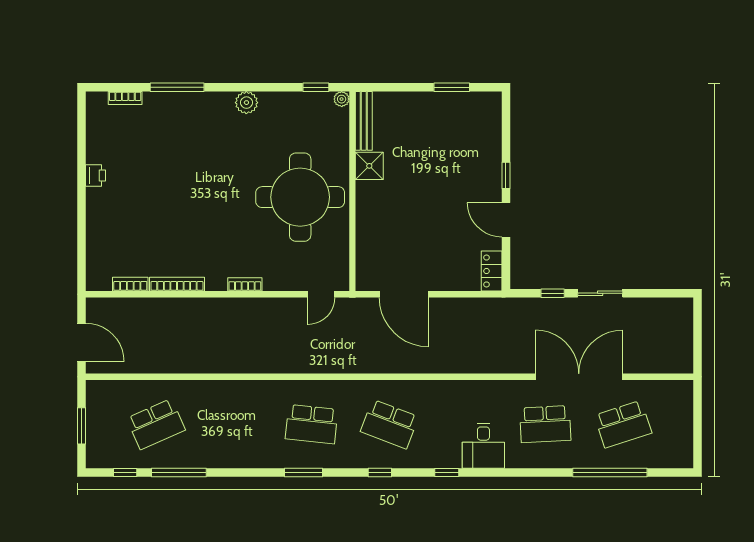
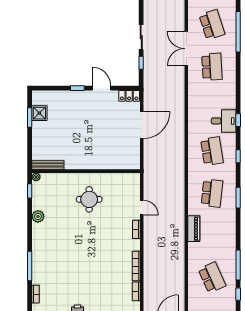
plant: (246, 103) -> (38, 216), moved
shower: (369, 166) -> (39, 113), moved
round table: (300, 197) -> (89, 199), width x0.54, depth x0.54
door: (506, 220) -> (101, 88), swing flipped
door: (321, 294) -> (142, 208), moved
door: (404, 294) -> (142, 125), moved
double door: (579, 377) -> (186, 49), width x0.73
piano: (246, 391) -> (194, 229), added
school desk: (389, 424) -> (212, 151), turned -30
desk: (483, 446) -> (224, 121), moved

